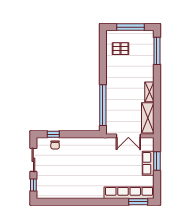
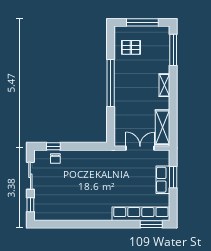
shelving: (149, 92) -> (164, 85), moved
window: (103, 105) -> (111, 83), moved
double door: (128, 136) -> (140, 148), swing flipped

